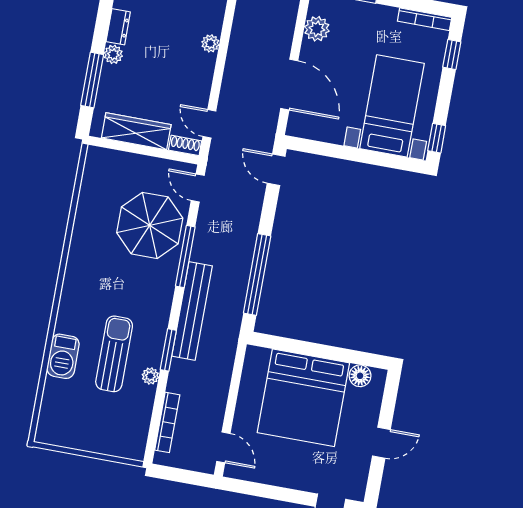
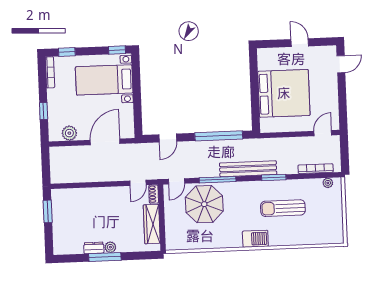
plant: (210, 43) -> (92, 193), removed
window: (92, 80) -> (105, 257), moved
door: (276, 170) -> (168, 138), moved
barbecue: (63, 356) -> (255, 239), moved
plant: (150, 376) -> (328, 183), moved
floor lamp: (360, 376) -> (264, 64), removed

